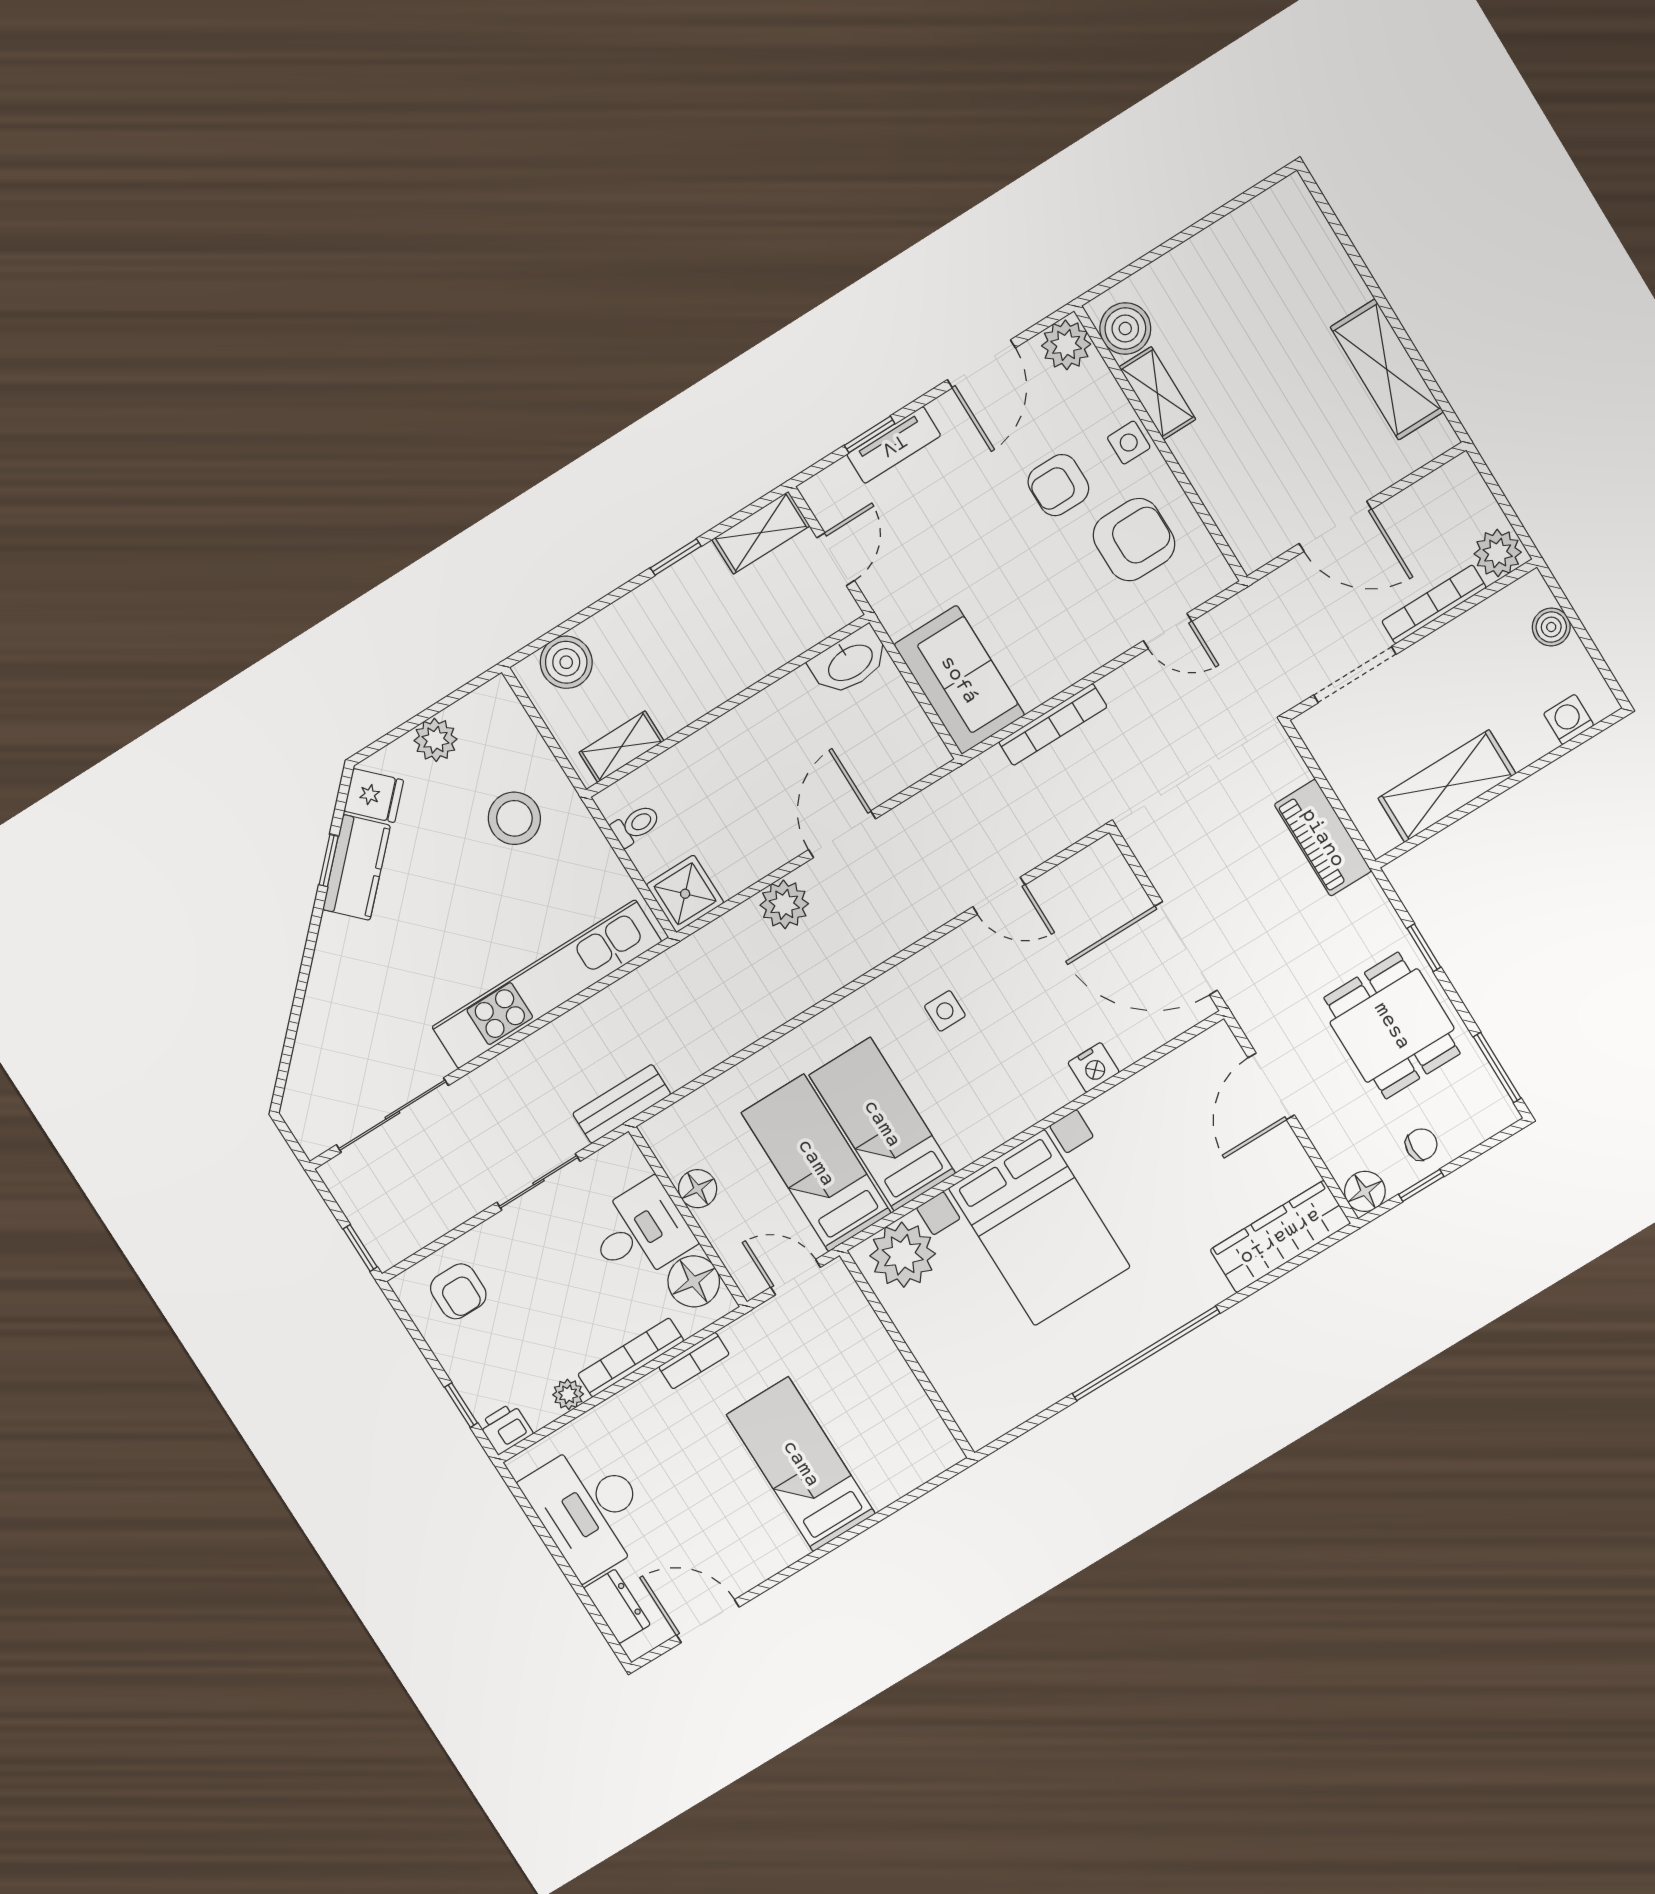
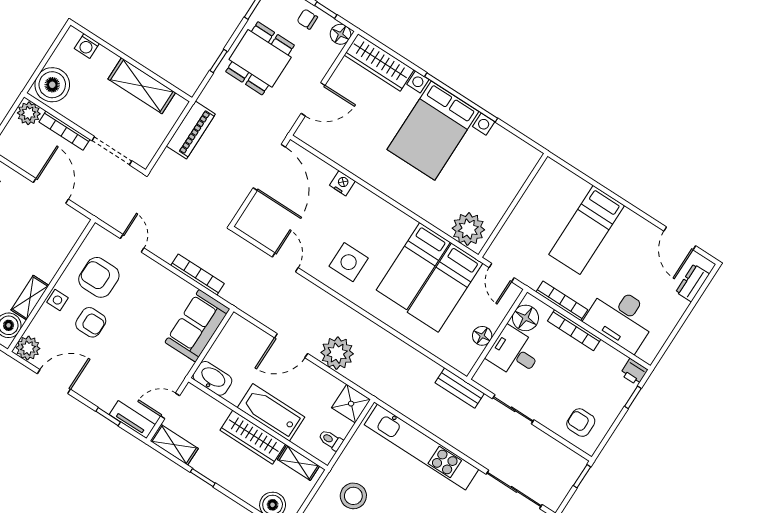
tv unit: (894, 445) -> (132, 420), moved
boiler: (1551, 627) -> (52, 85), width x1.86, depth x1.86
wardrobe: (707, 685) -> (253, 437), added
bathtub: (737, 740) -> (271, 412), added
plant: (784, 904) -> (337, 353), width x1.36, depth x1.36
side table: (945, 1011) -> (349, 262), width x1.87, depth x1.87
bed with nightstands: (1039, 1228) -> (433, 131), moved, turned 180
armchair: (458, 1291) -> (581, 423), turned -90
bookcase: (694, 1361) -> (562, 301), width x1.56
plant: (568, 1394) -> (605, 351), removed
desk: (589, 1509) -> (621, 318), moved, turned 90

